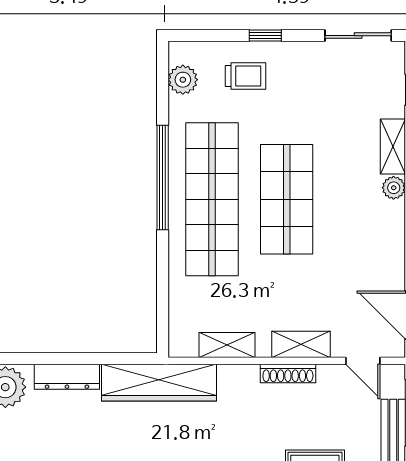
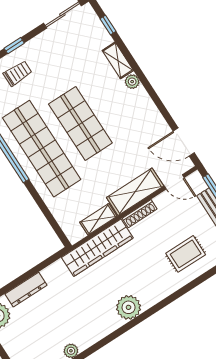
shelving: (301, 344) -> (135, 192), width x1.50, depth x1.33
wardrobe: (159, 383) -> (97, 248), moved

